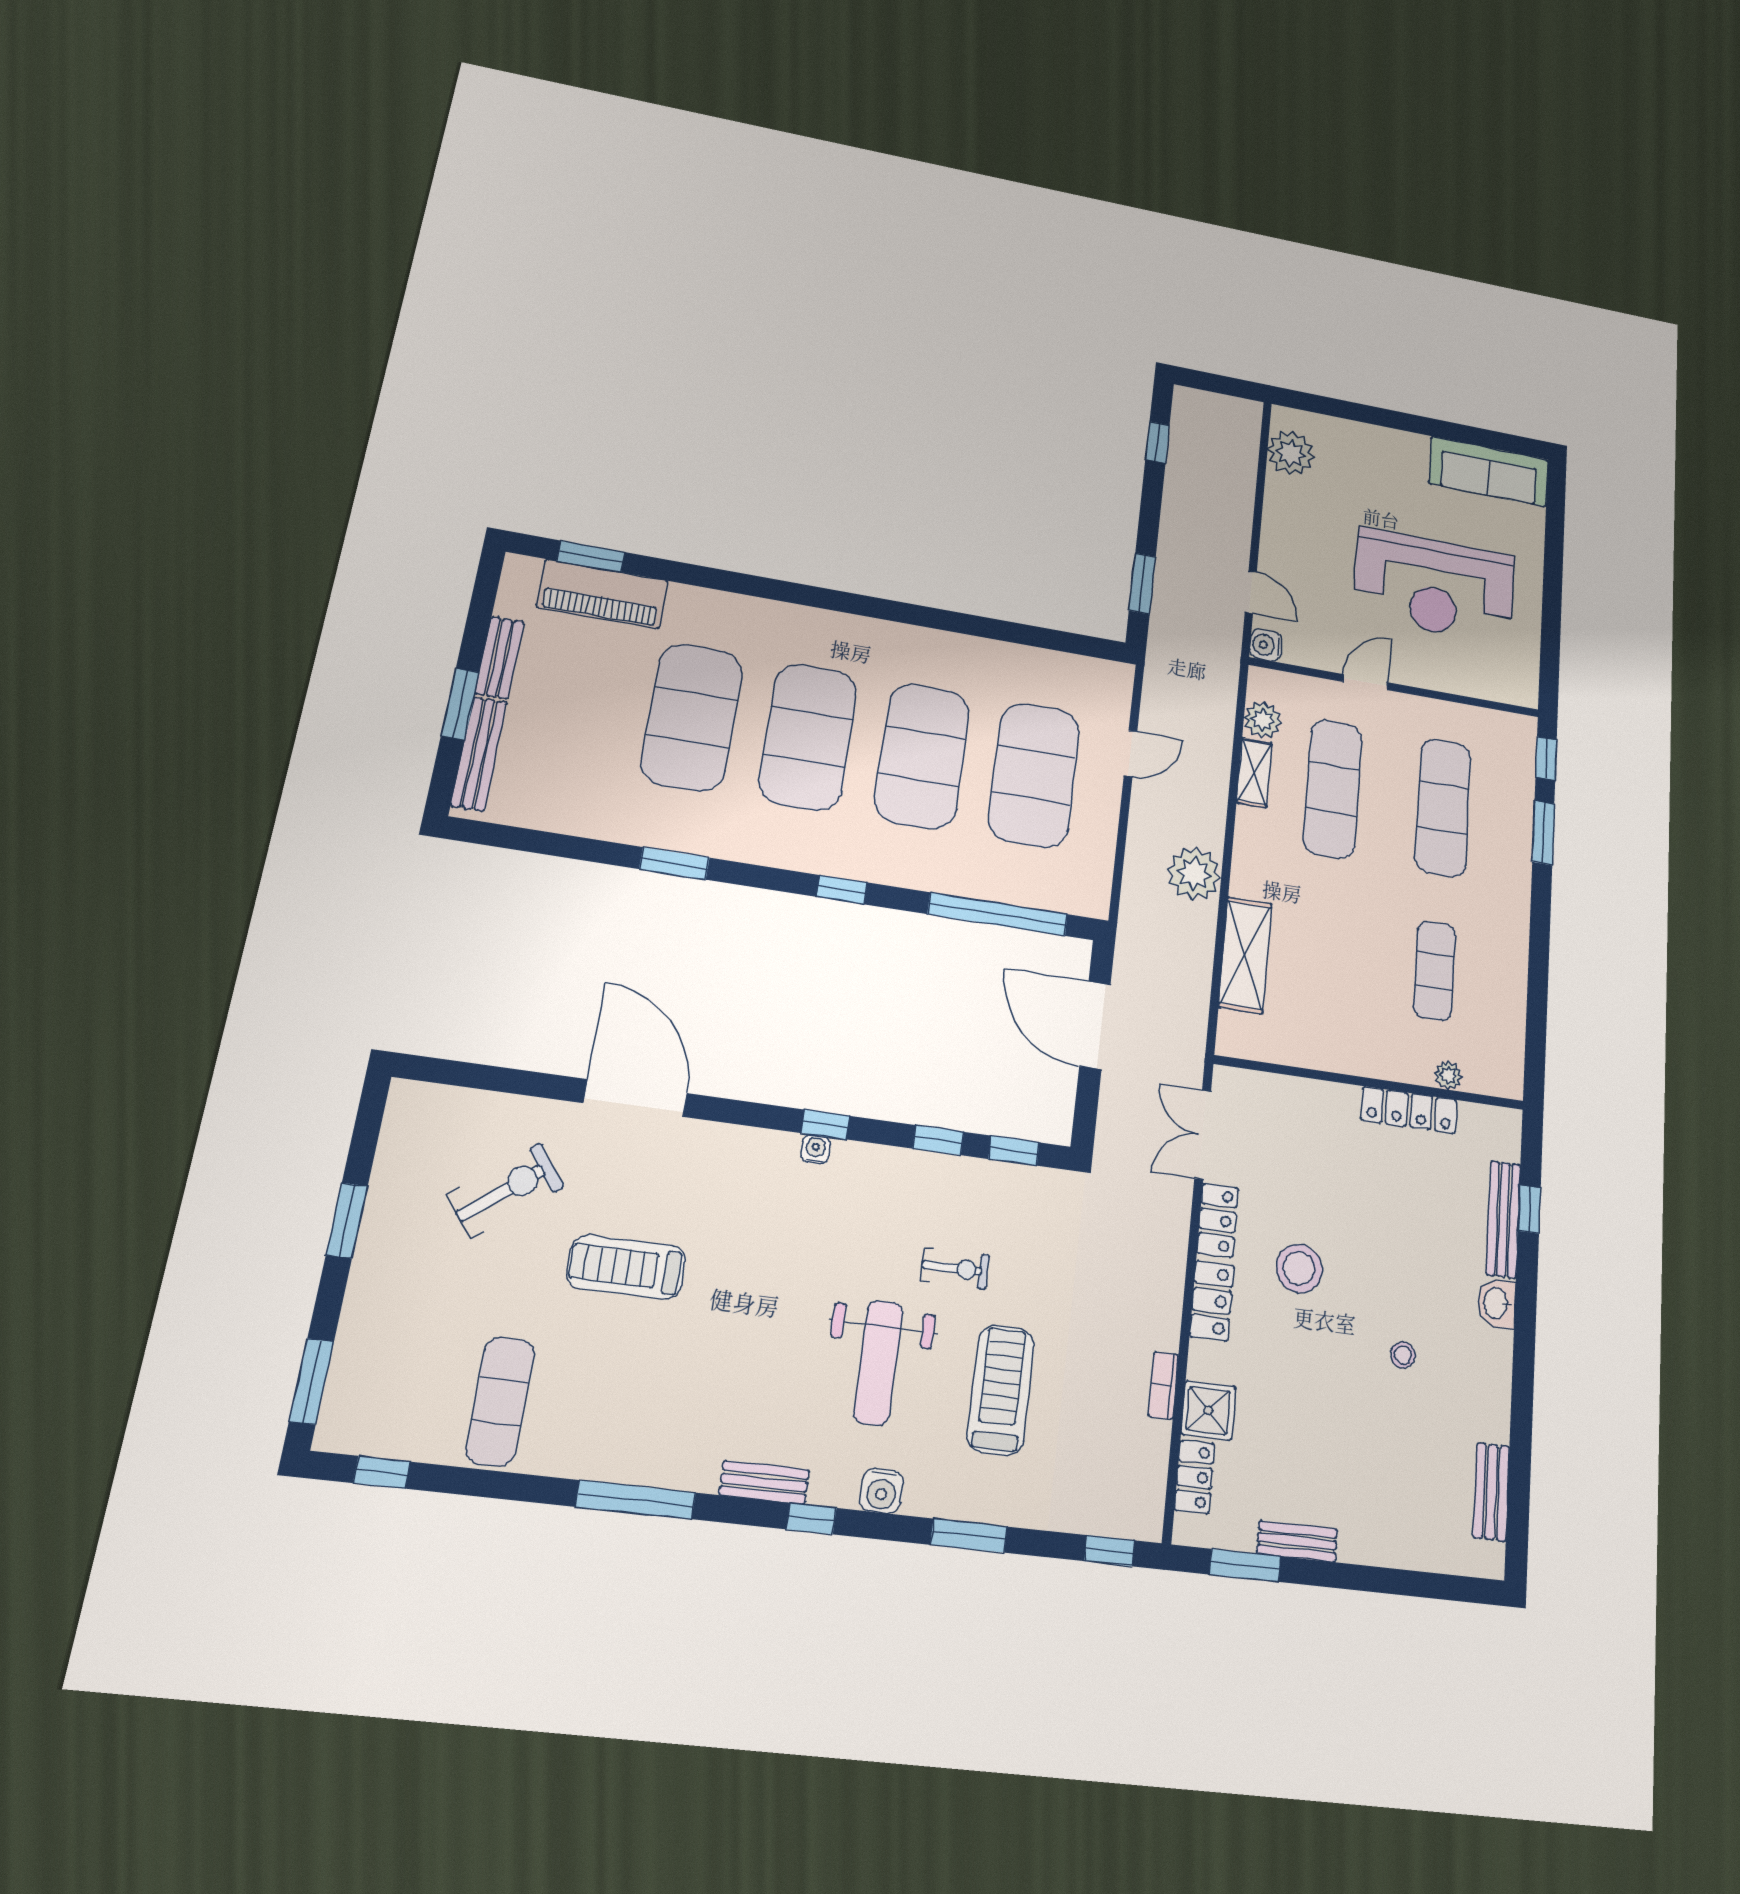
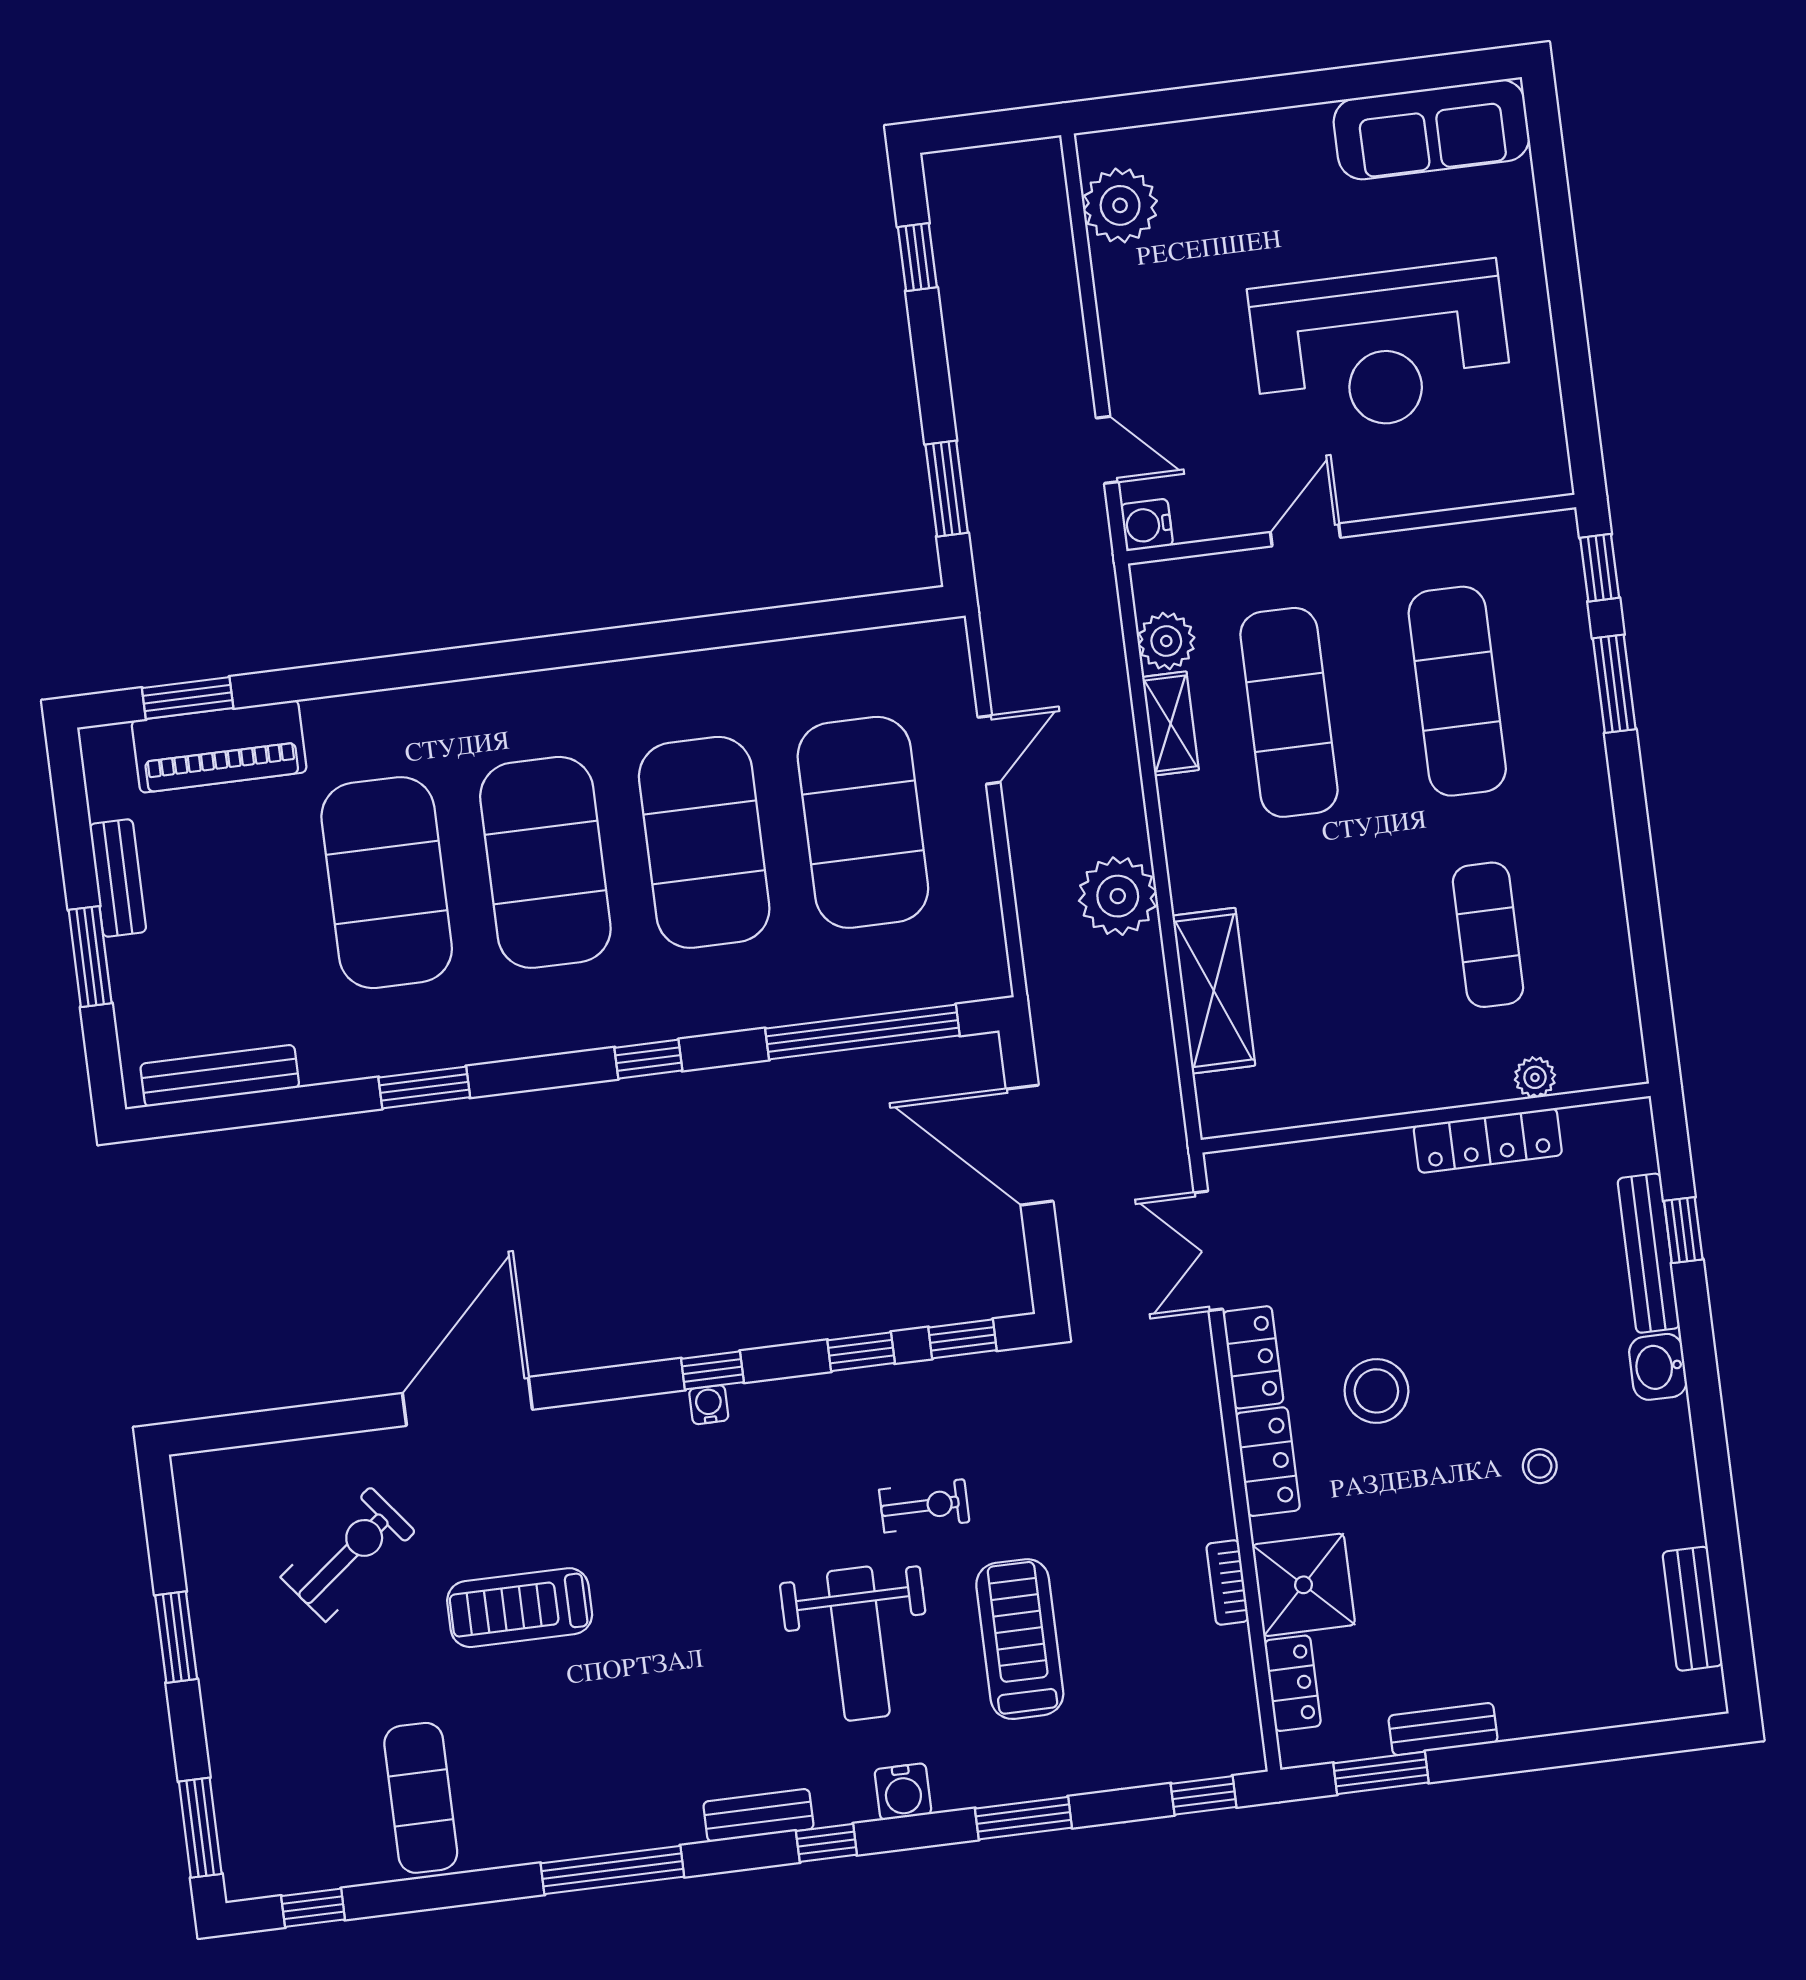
bench: (479, 754) -> (220, 1076), moved, turned 90
door: (635, 1098) -> (467, 1401), hinge flipped
shower: (1208, 1410) -> (1304, 1585), width x1.36, depth x1.36

